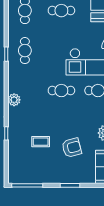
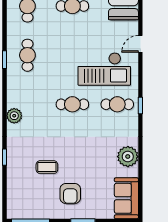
armchair: (72, 148) -> (70, 194), moved, turned 105

